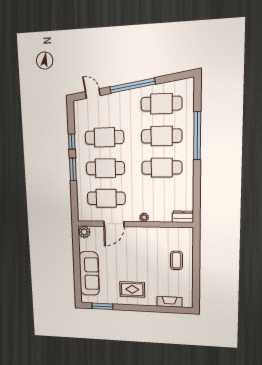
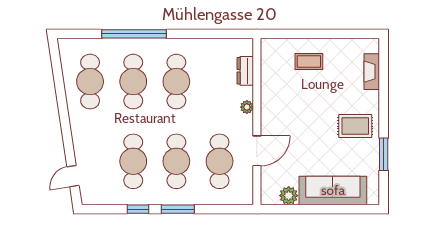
window: (132, 86) -> (65, 121), removed
dresser: (183, 217) -> (245, 71), moved
door: (114, 224) -> (257, 151), hinge flipped
plant: (84, 232) -> (289, 196), moved
rug: (132, 289) -> (355, 126), turned 90
window: (102, 306) -> (384, 154), moved

